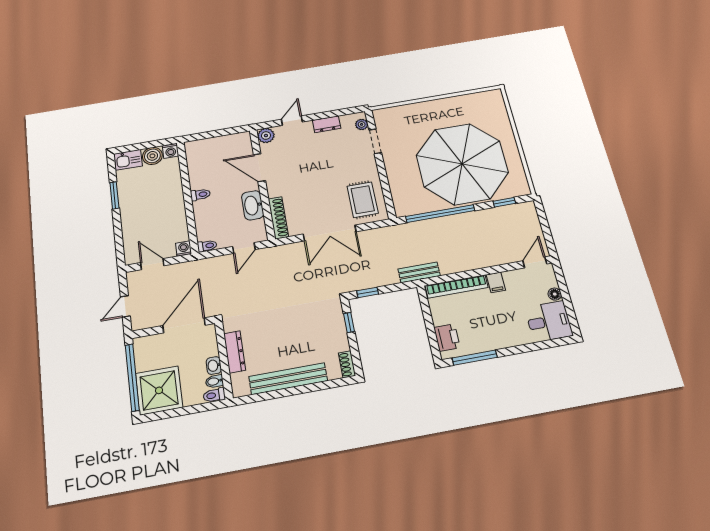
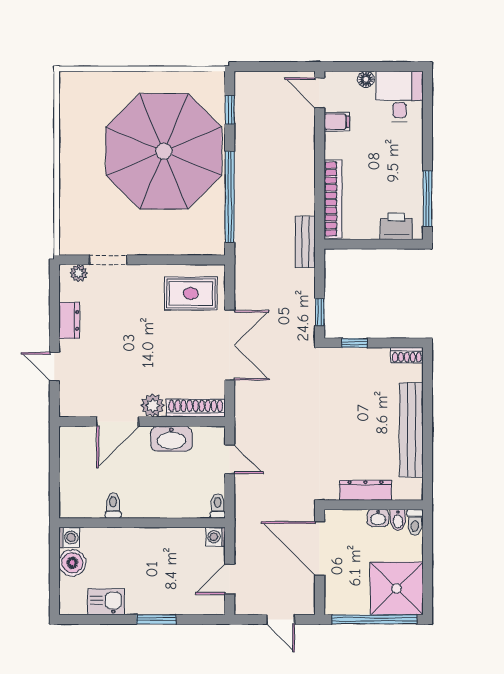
plant: (266, 136) -> (153, 405), moved
kitchen sink: (128, 160) -> (106, 602), moved, turned -90
window: (114, 195) -> (156, 619), moved
toilet: (200, 195) -> (113, 505), moved
filing cabinet: (496, 282) -> (337, 122), moved

